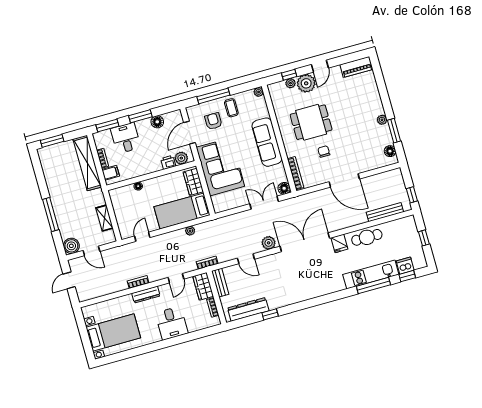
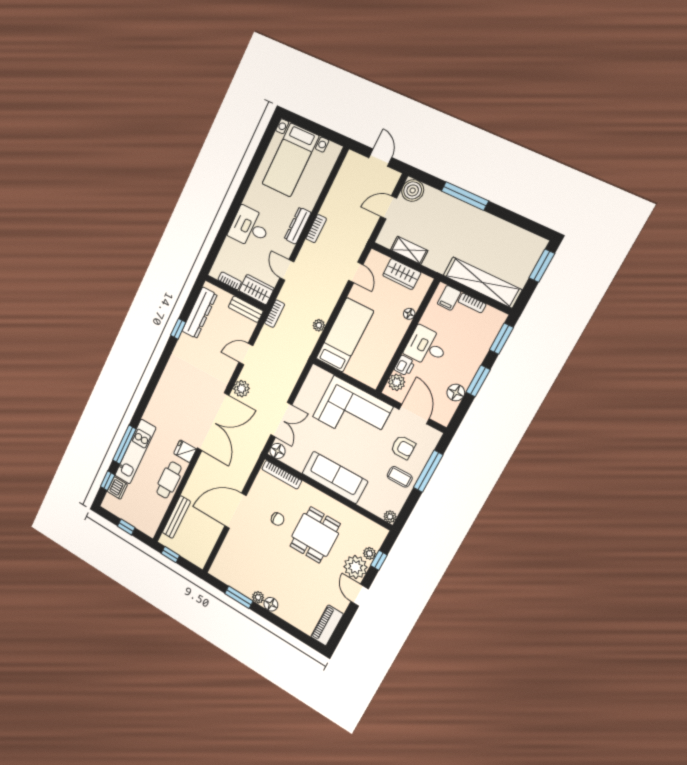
desk: (126, 138) -> (426, 347), moved, turned 180
floor lamp: (390, 151) -> (271, 604), moved
wardrobe: (193, 182) -> (402, 274), moved, turned 180

